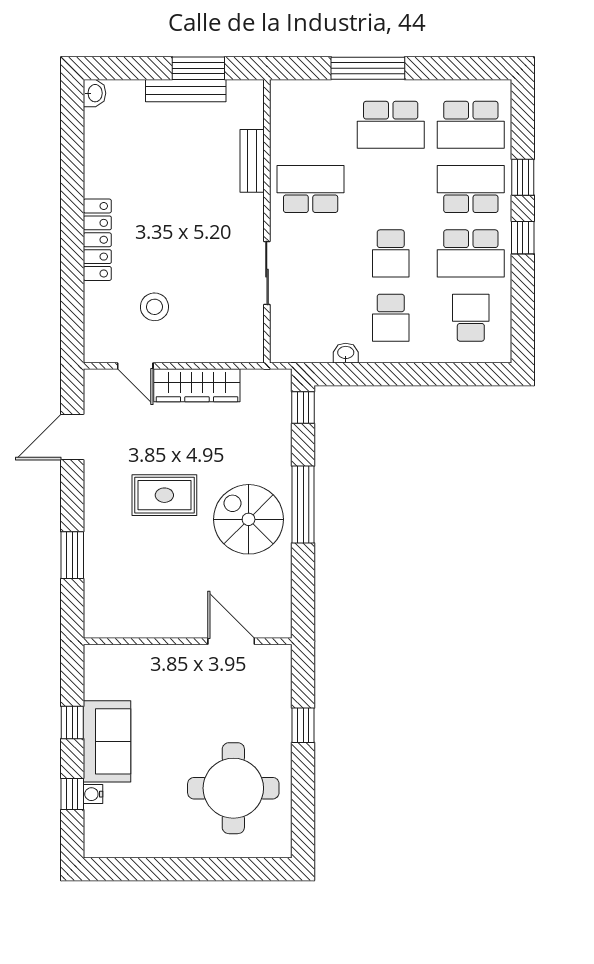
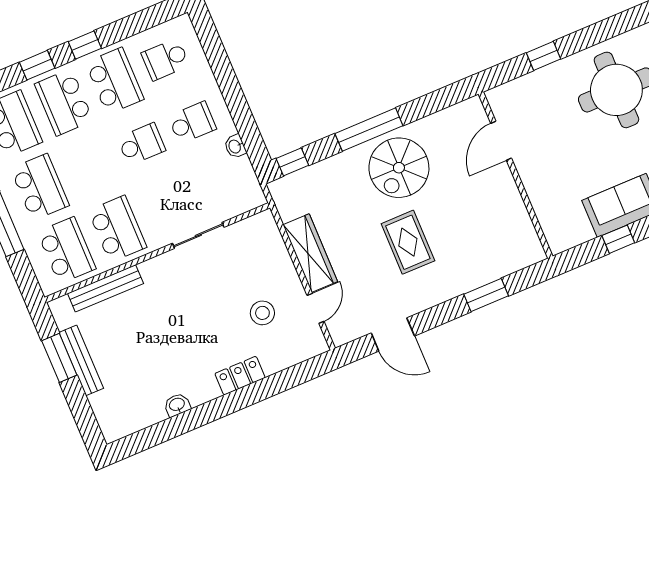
washbasin: (94, 93) -> (177, 405), moved
school desk: (311, 125) -> (67, 250), added
bench: (252, 161) -> (105, 288), width x1.36
school desk: (311, 189) -> (117, 229), turned 180
locker: (97, 240) -> (240, 376), width x0.66

